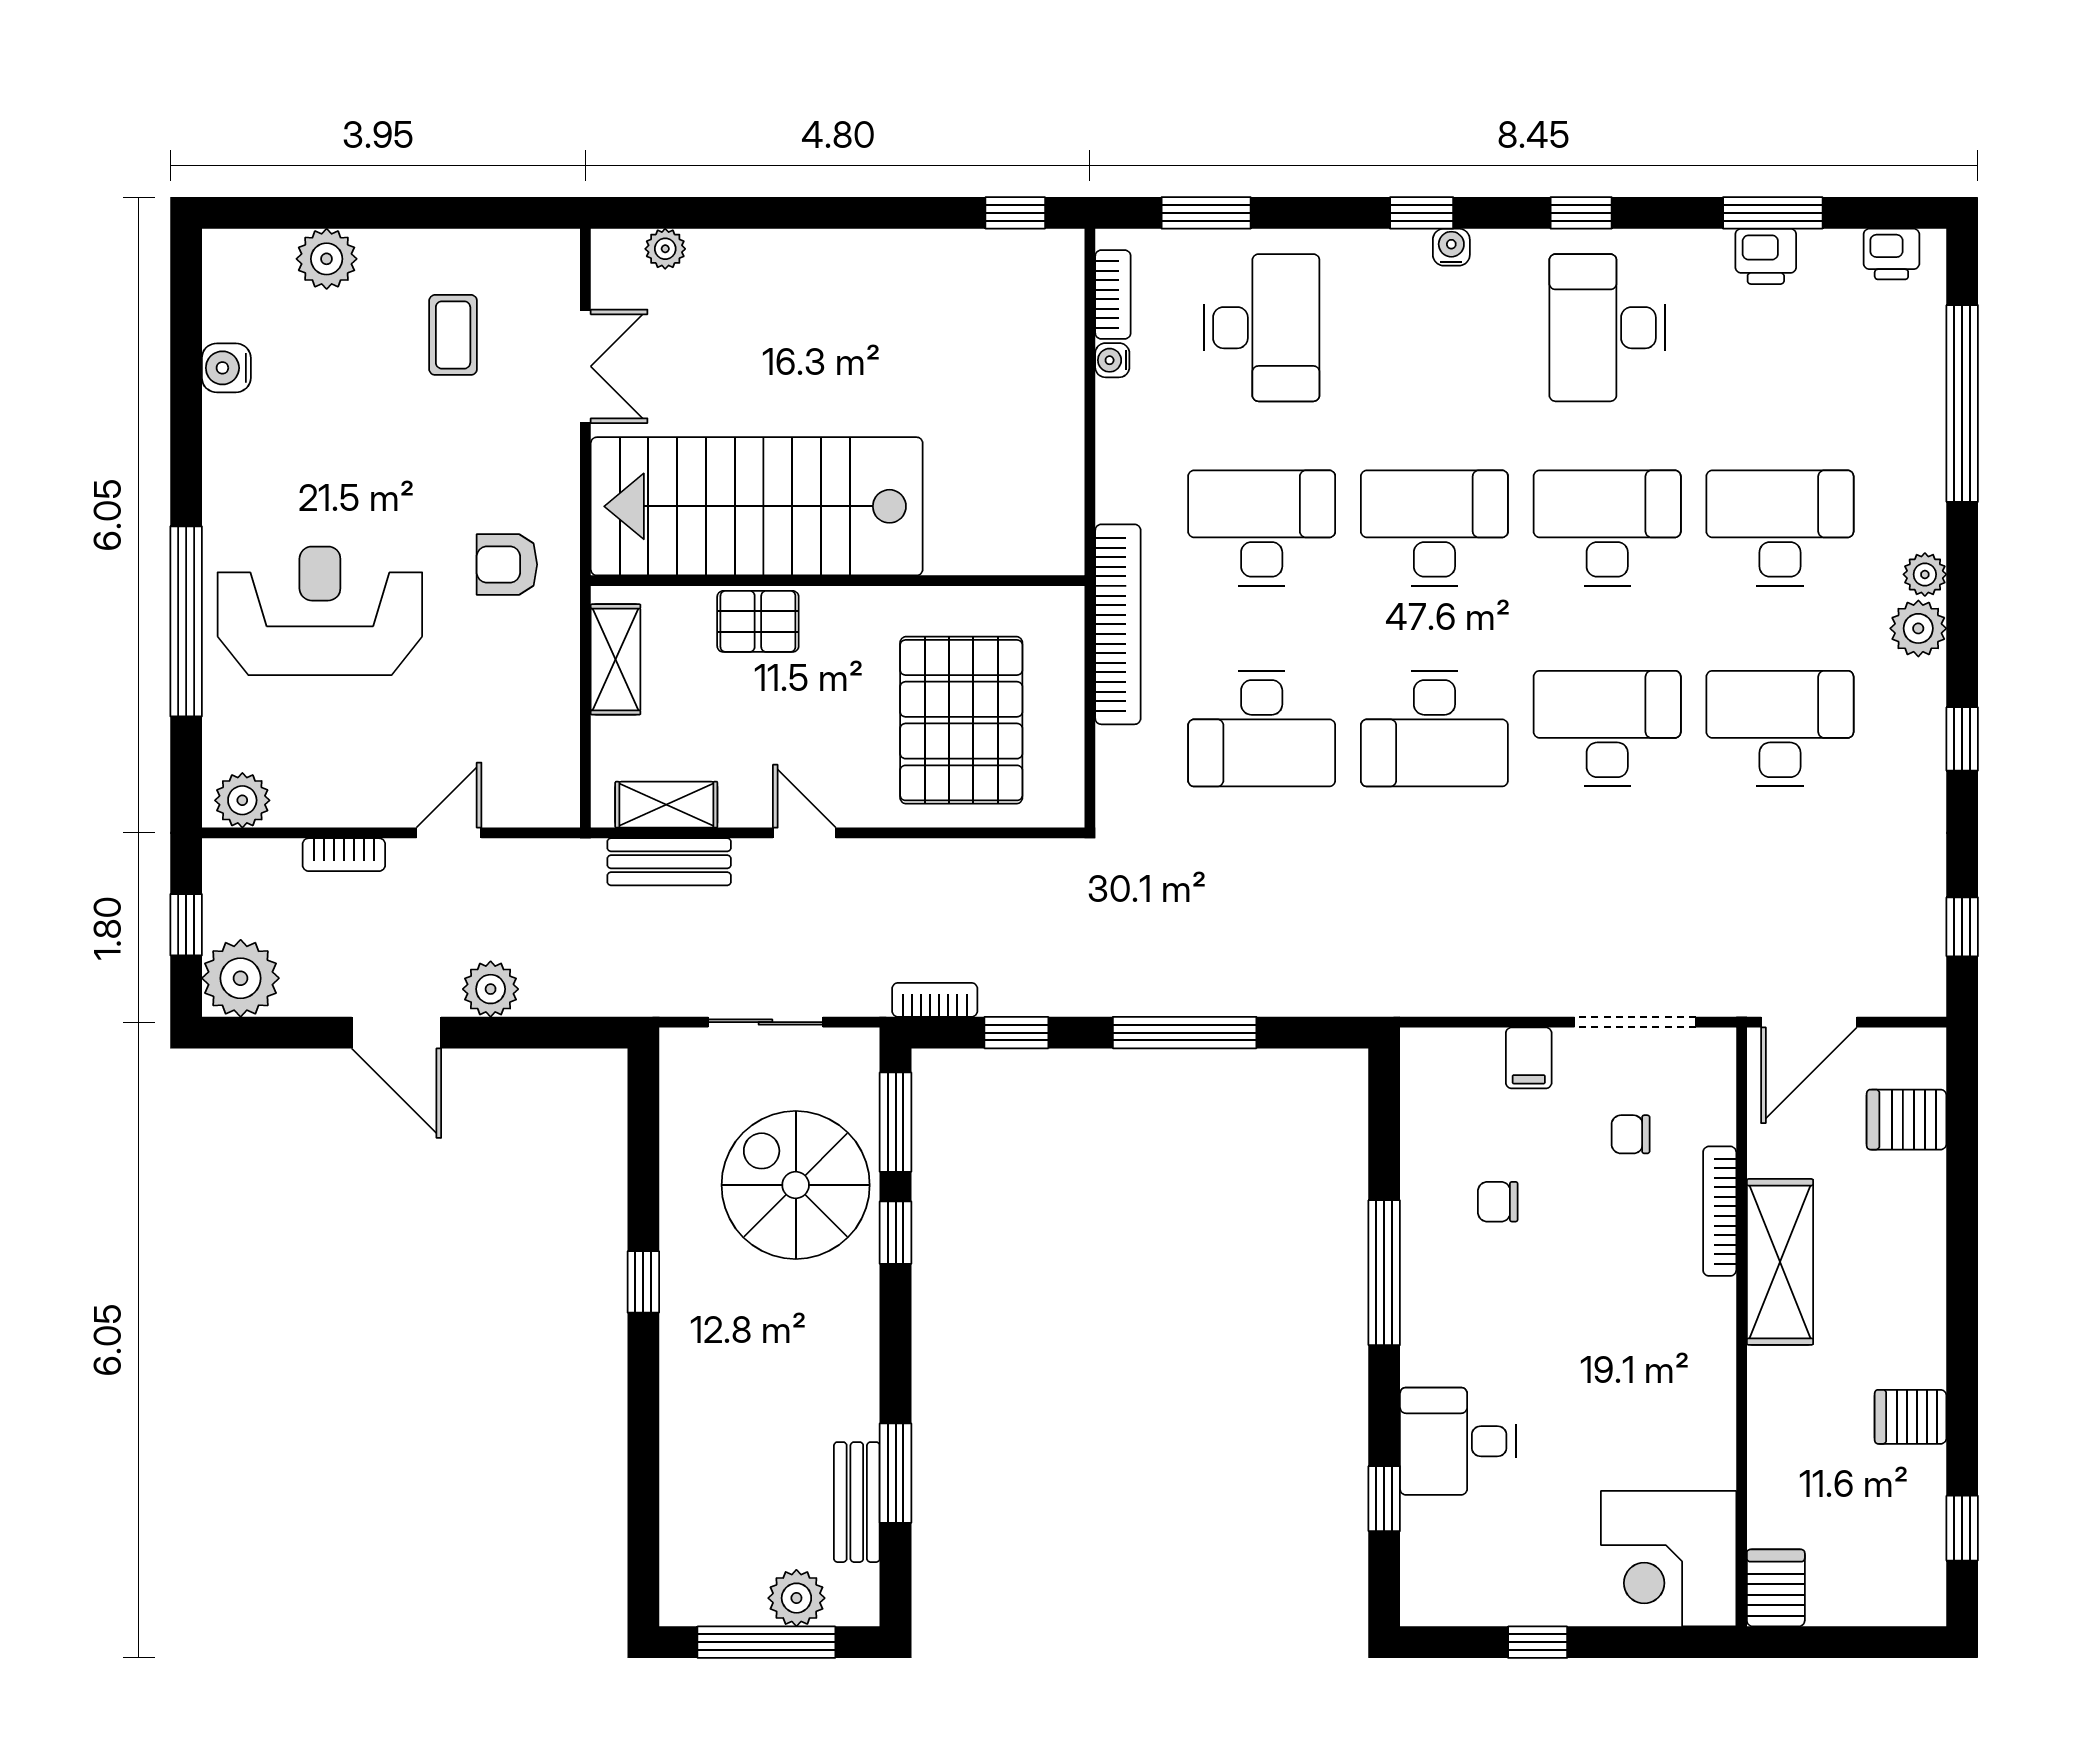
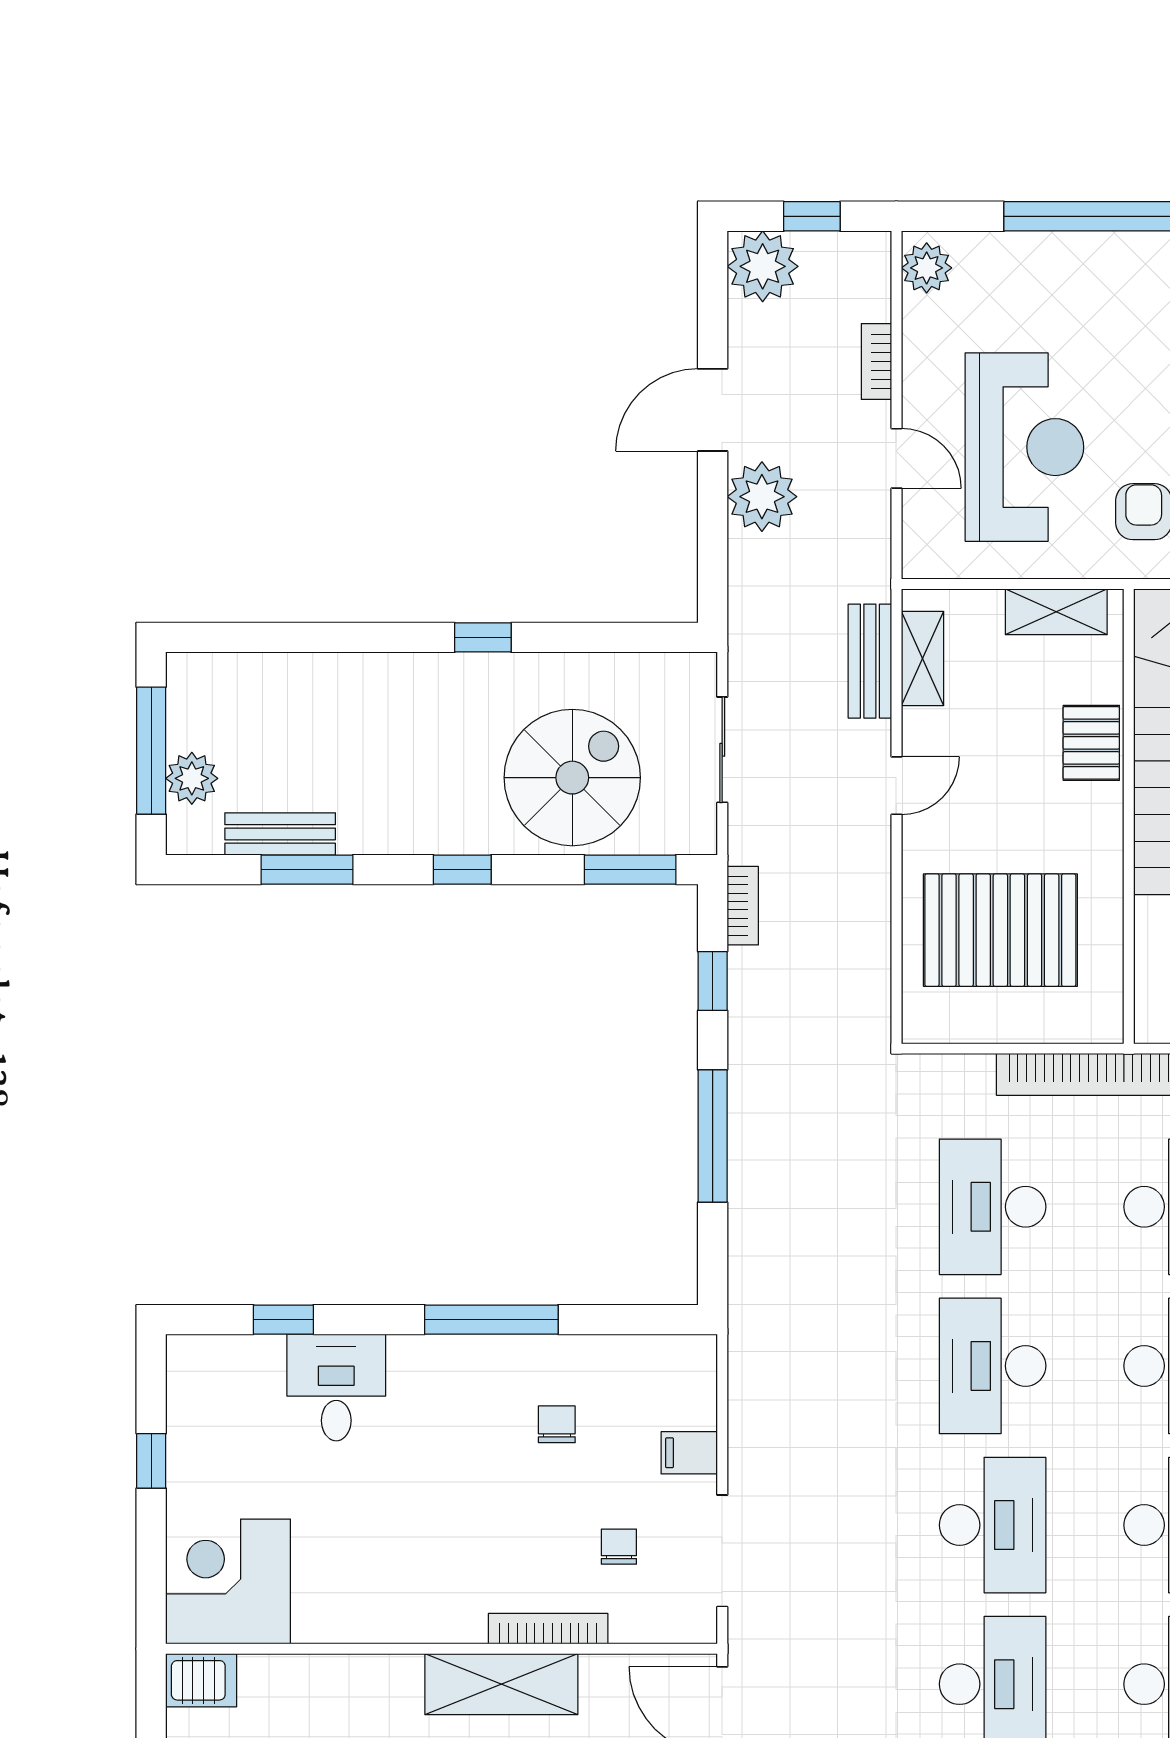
reception desk: (320, 611) -> (1024, 447), moved
plant: (491, 989) -> (762, 497), width x1.36, depth x1.36
window: (896, 1233) -> (462, 870), moved

